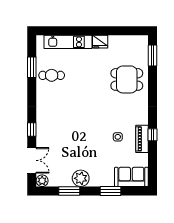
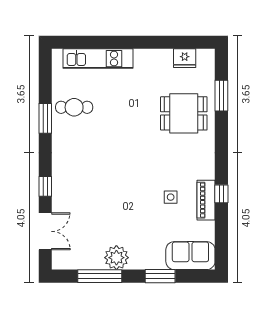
fridge: (100, 42) -> (185, 58), moved
window: (153, 56) -> (221, 96), moved
window: (32, 67) -> (45, 118), moved
plant: (42, 181) -> (60, 261), removed
window: (69, 191) -> (100, 276), width x1.44

